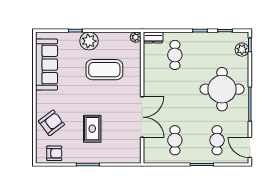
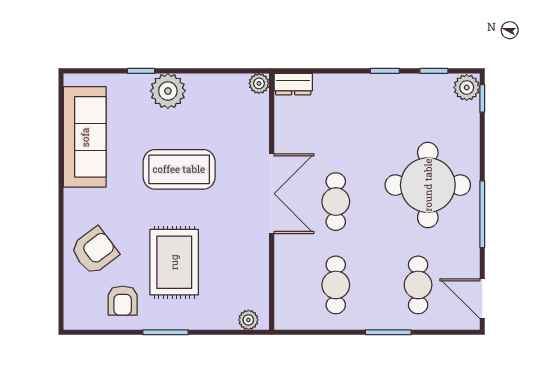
plant: (242, 50) -> (467, 87), moved
cafe table: (175, 55) -> (336, 202), moved
coffee table: (104, 70) -> (179, 169), moved
double door: (142, 117) -> (272, 194), moved
rug: (92, 129) -> (174, 262), width x1.36, depth x1.43
armchair: (54, 153) -> (123, 301), moved, turned 90
plant: (130, 158) -> (248, 320), added

